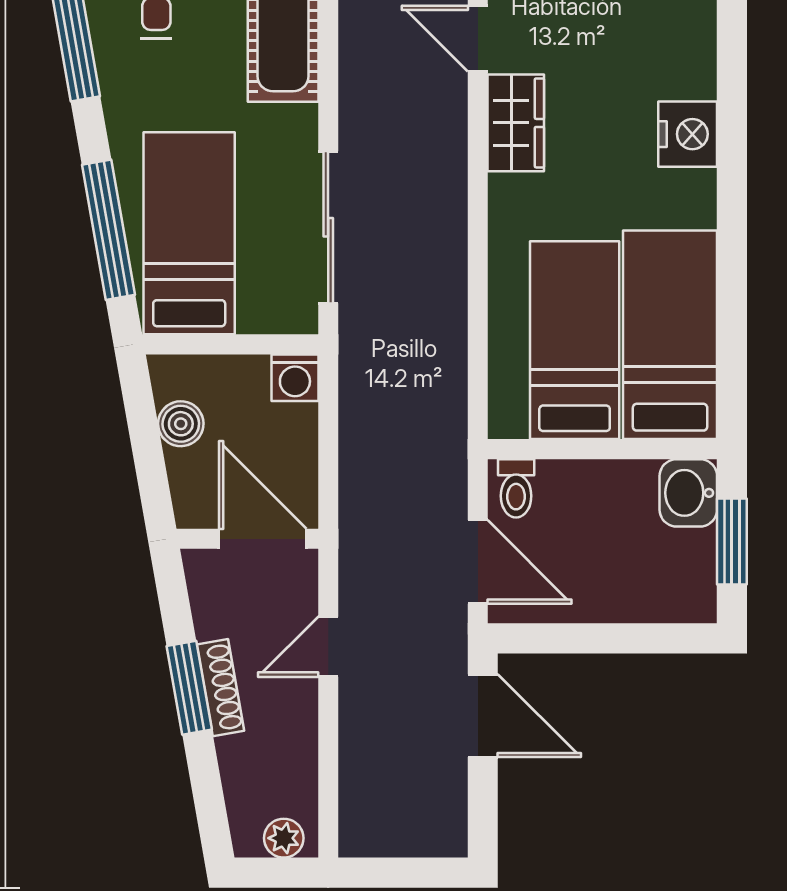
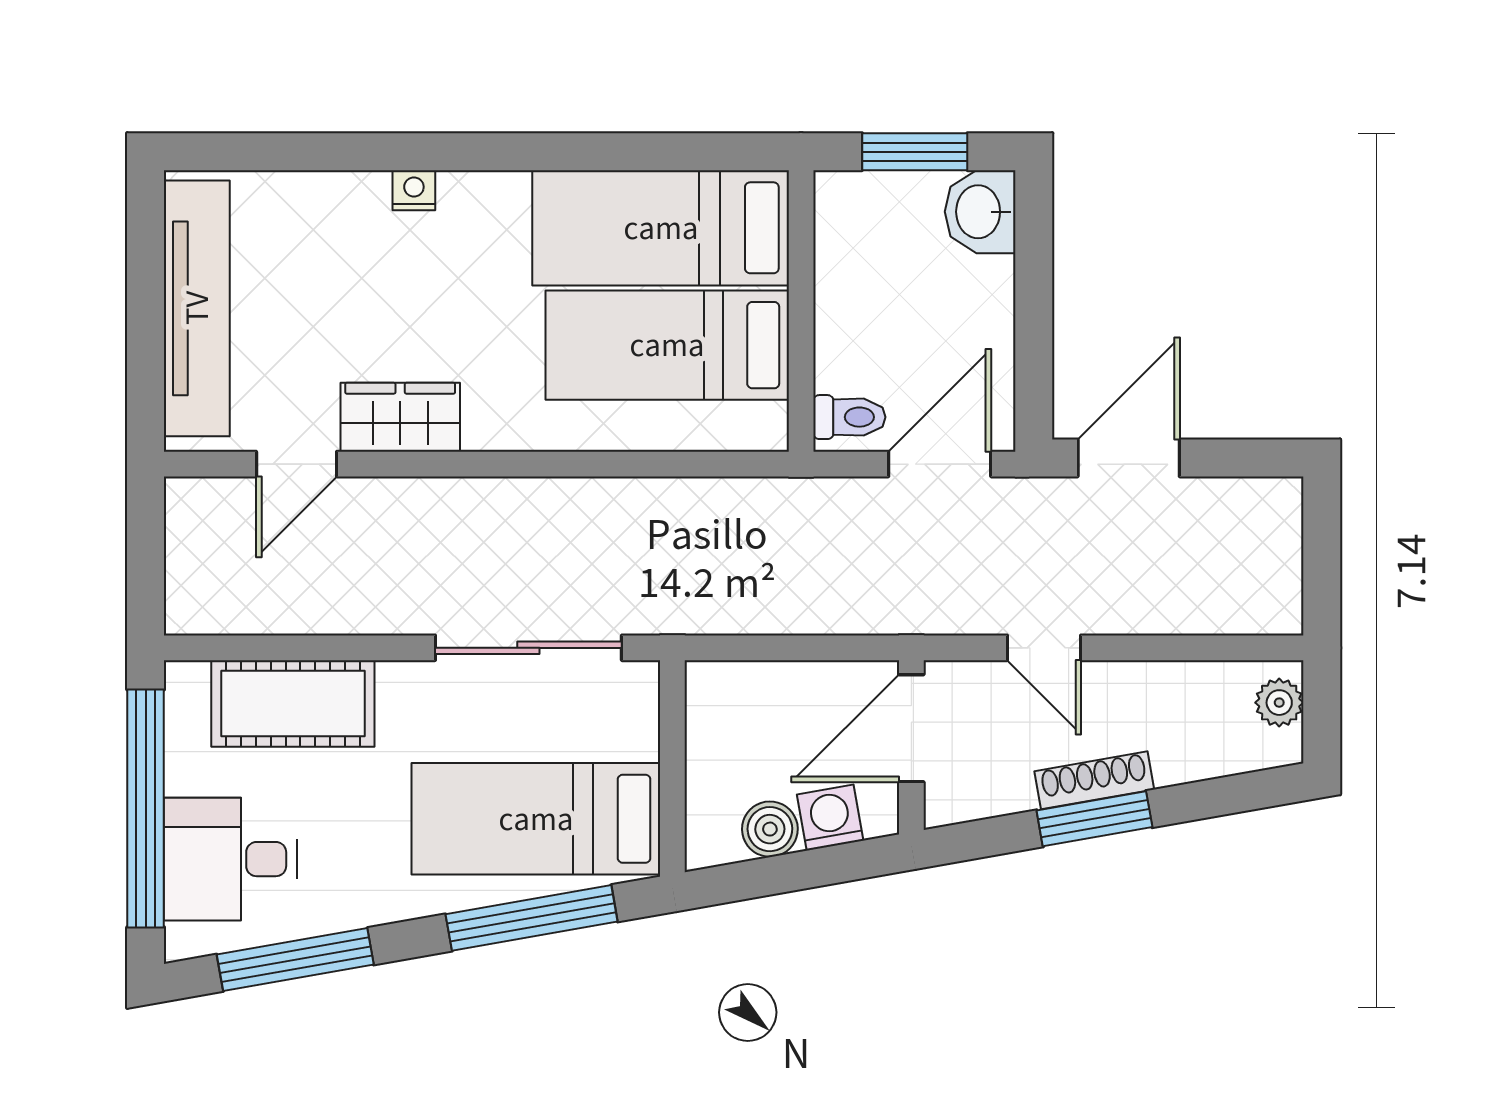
nightstand: (688, 134) -> (414, 190), width x0.53, depth x0.56
washing machine: (295, 378) -> (830, 818), moved, turned -100
washbasin: (688, 493) -> (980, 212), moved, turned 90

